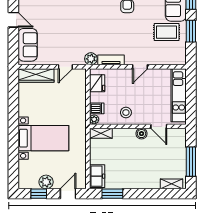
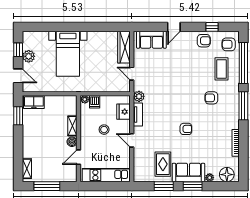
fridge: (97, 83) -> (124, 112), moved, turned 90
stool: (126, 113) -> (104, 130), moved
shelving: (101, 133) -> (72, 126), moved

